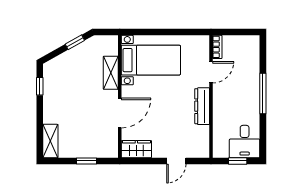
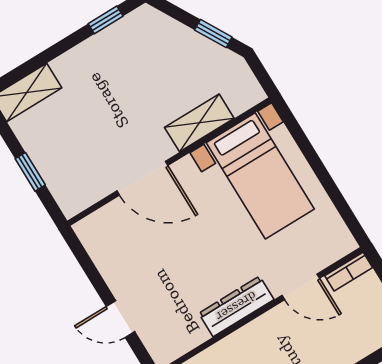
wardrobe: (136, 149) -> (100, 242), removed

